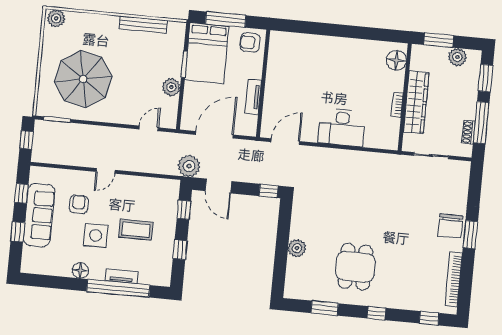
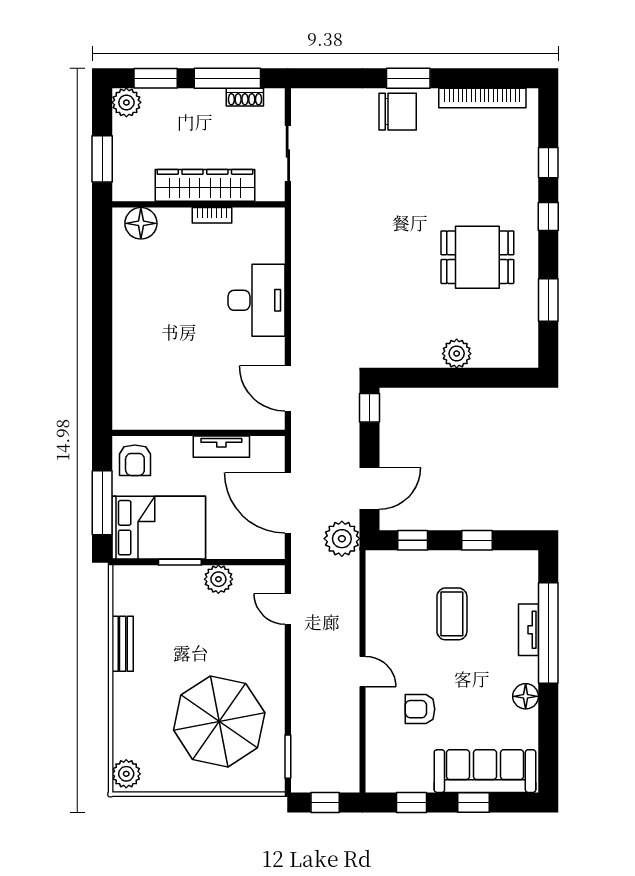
bench: (143, 25) -> (123, 644), width x0.73
plant: (457, 57) -> (126, 102), moved
sofa: (39, 215) -> (485, 771), moved
side table: (96, 236) -> (467, 677), removed
window: (429, 318) -> (548, 163), moved

